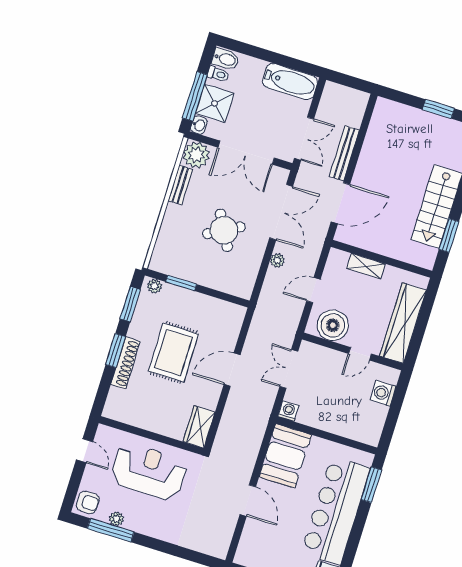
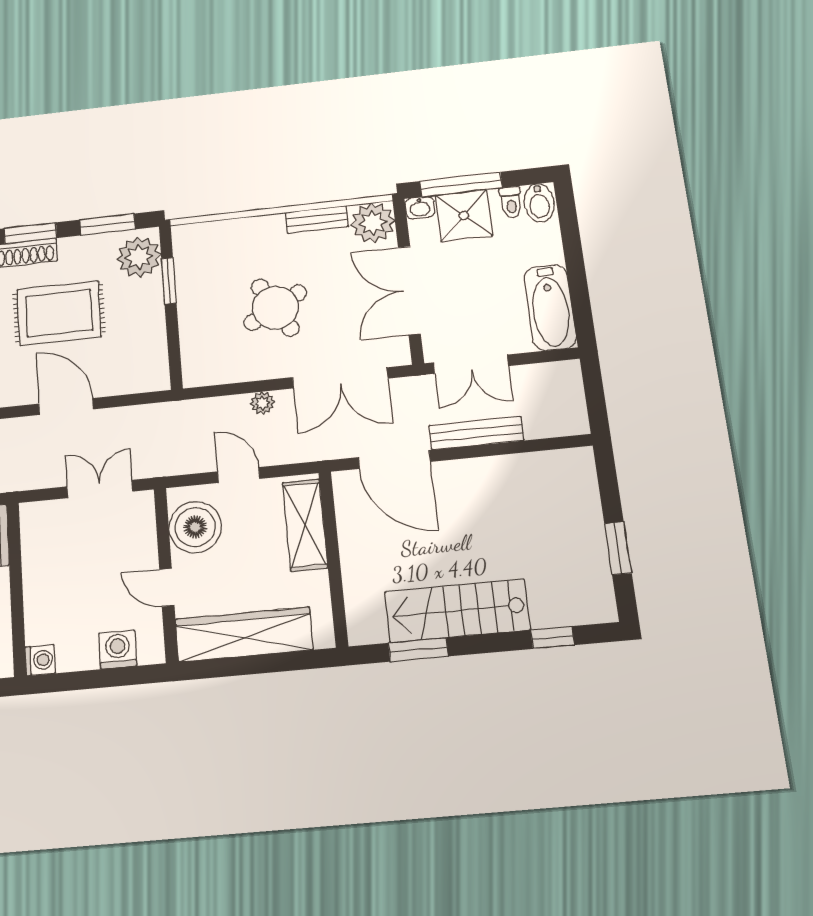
shelving: (366, 266) -> (305, 525), width x1.50, depth x1.33
plant: (155, 286) -> (139, 257), width x1.88, depth x1.88
washing machine: (288, 411) -> (40, 660), moved

